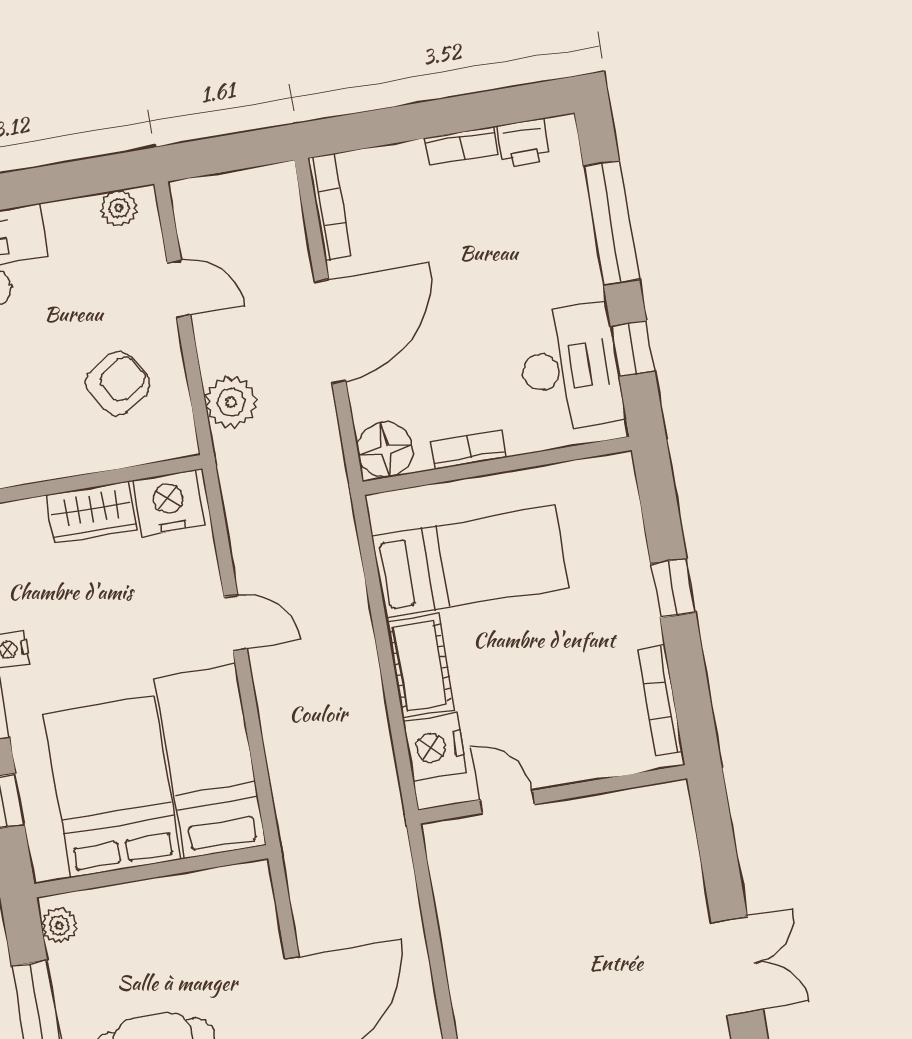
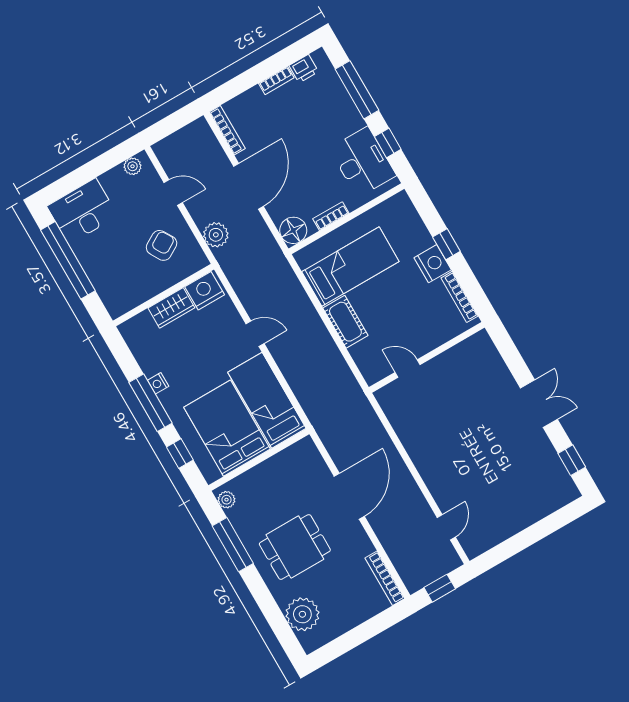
nightstand: (435, 747) -> (433, 264), moved, turned 180

